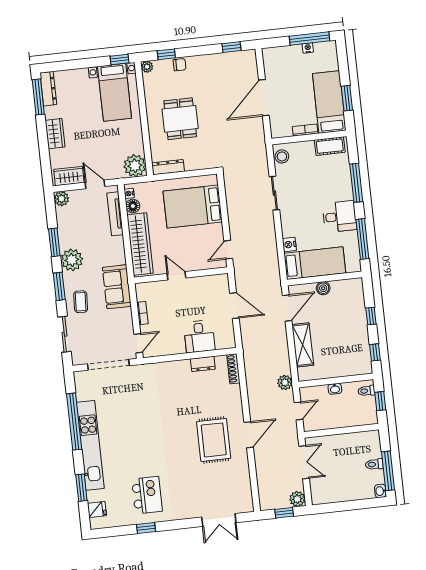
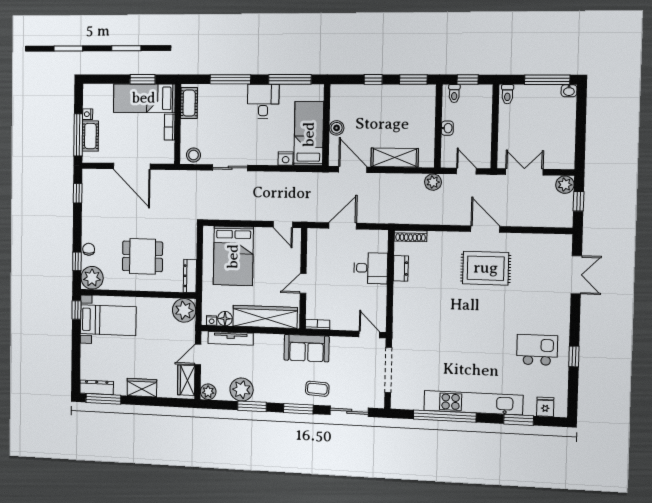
window: (310, 39) -> (78, 135), moved
cot: (287, 53) -> (90, 136), added
plant: (147, 67) -> (92, 278), width x1.87, depth x1.87
plant: (72, 260) -> (242, 390), moved
bookcase: (142, 313) -> (318, 324), moved
window: (375, 352) -> (413, 80), width x1.50
toilet: (374, 464) -> (507, 94), moved

